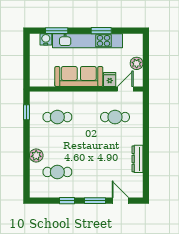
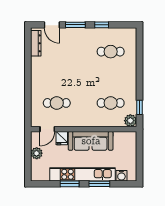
window: (57, 31) -> (99, 184), moved
plant: (36, 155) -> (130, 121), moved
dresser: (137, 159) -> (36, 43), moved

